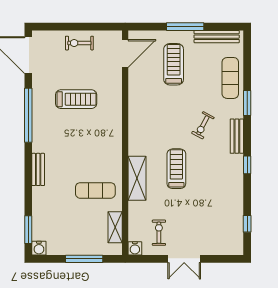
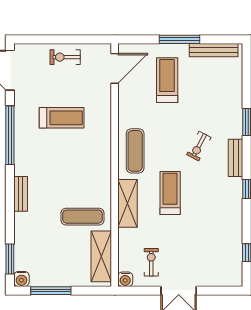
exercise mat: (230, 78) -> (135, 151), moved
shelving: (115, 227) -> (101, 256), width x1.50, depth x1.33
window: (84, 259) -> (51, 291), moved

